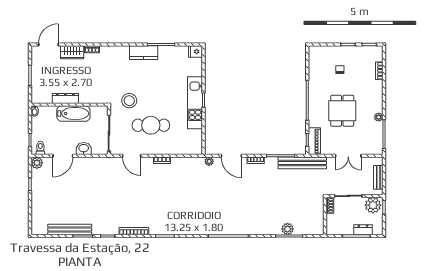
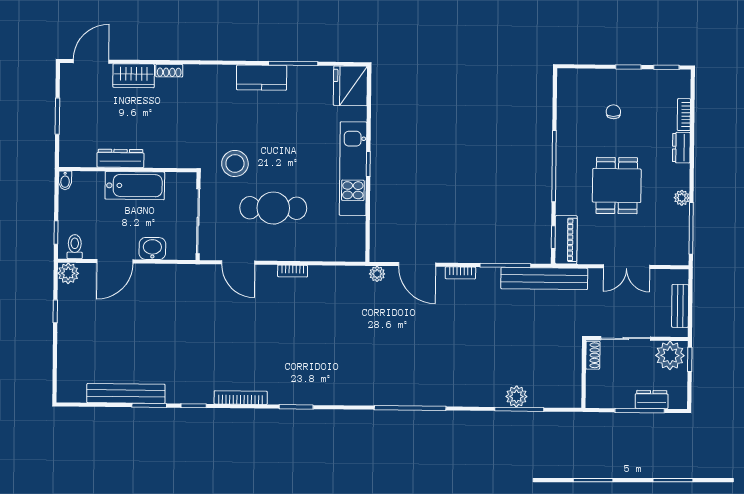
fridge: (196, 51) -> (350, 86), width x1.88, depth x1.34
dresser: (378, 89) -> (681, 148), added

